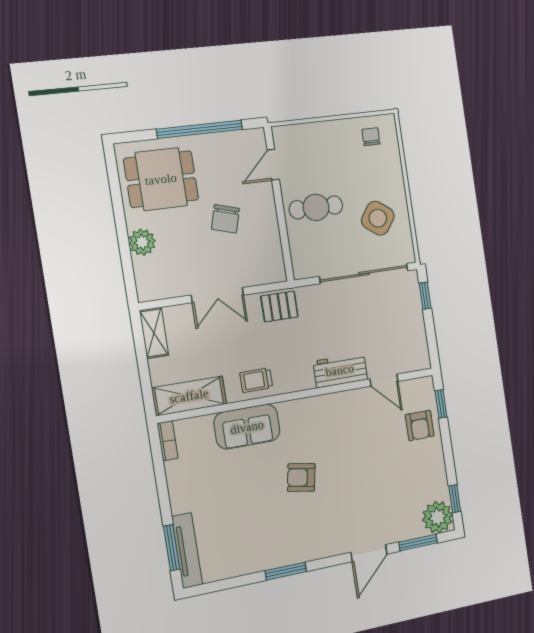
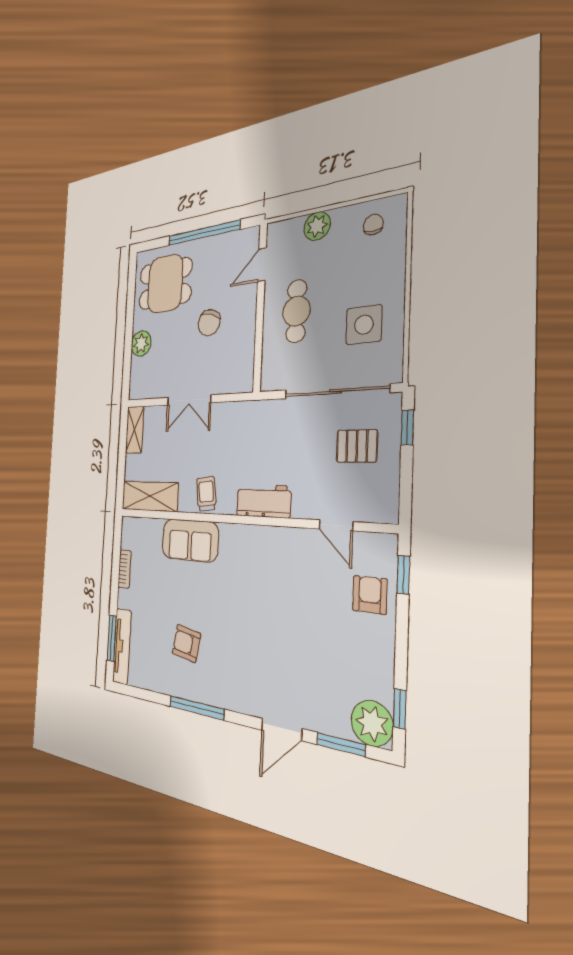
plant: (321, 134) -> (317, 226), added
cafe table: (316, 207) -> (296, 311), turned 90
side table: (378, 218) -> (364, 325), turned -36
pallet: (279, 306) -> (357, 446), moved
workbench: (340, 370) -> (264, 501), moved
trolley: (256, 380) -> (206, 494), turned 83
armchair: (420, 425) -> (370, 595), turned 180
bookcase: (168, 441) -> (125, 569), moved
armchair: (301, 477) -> (186, 643), moved
window: (286, 571) -> (196, 708), width x1.44

